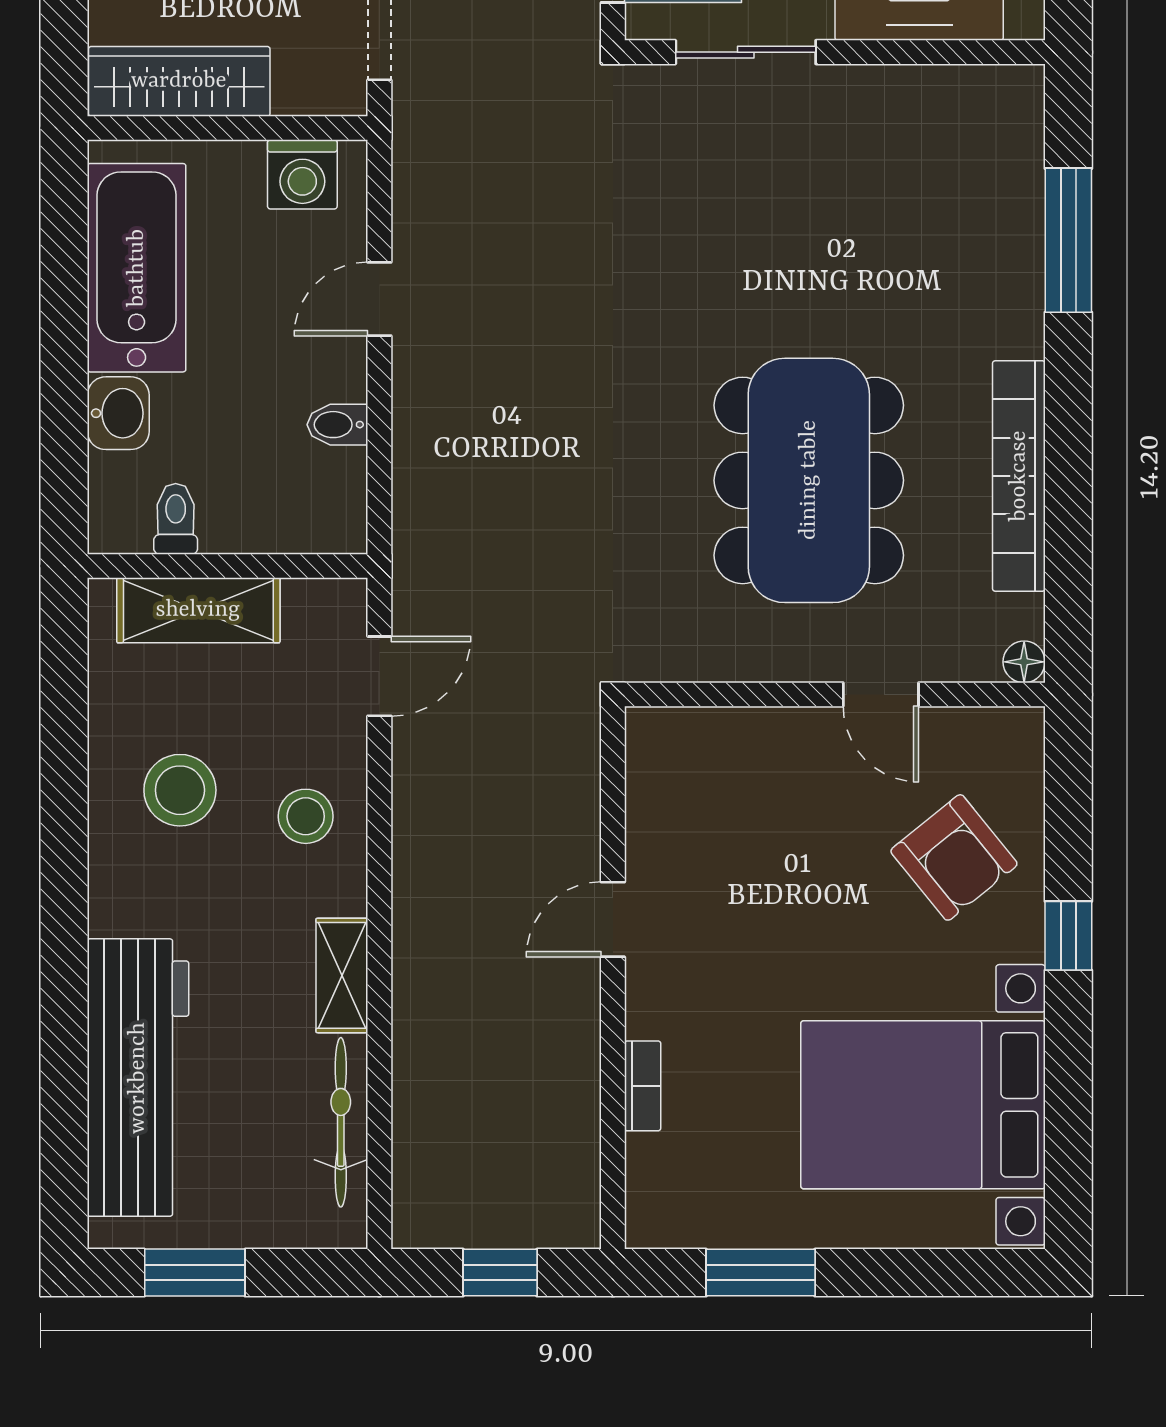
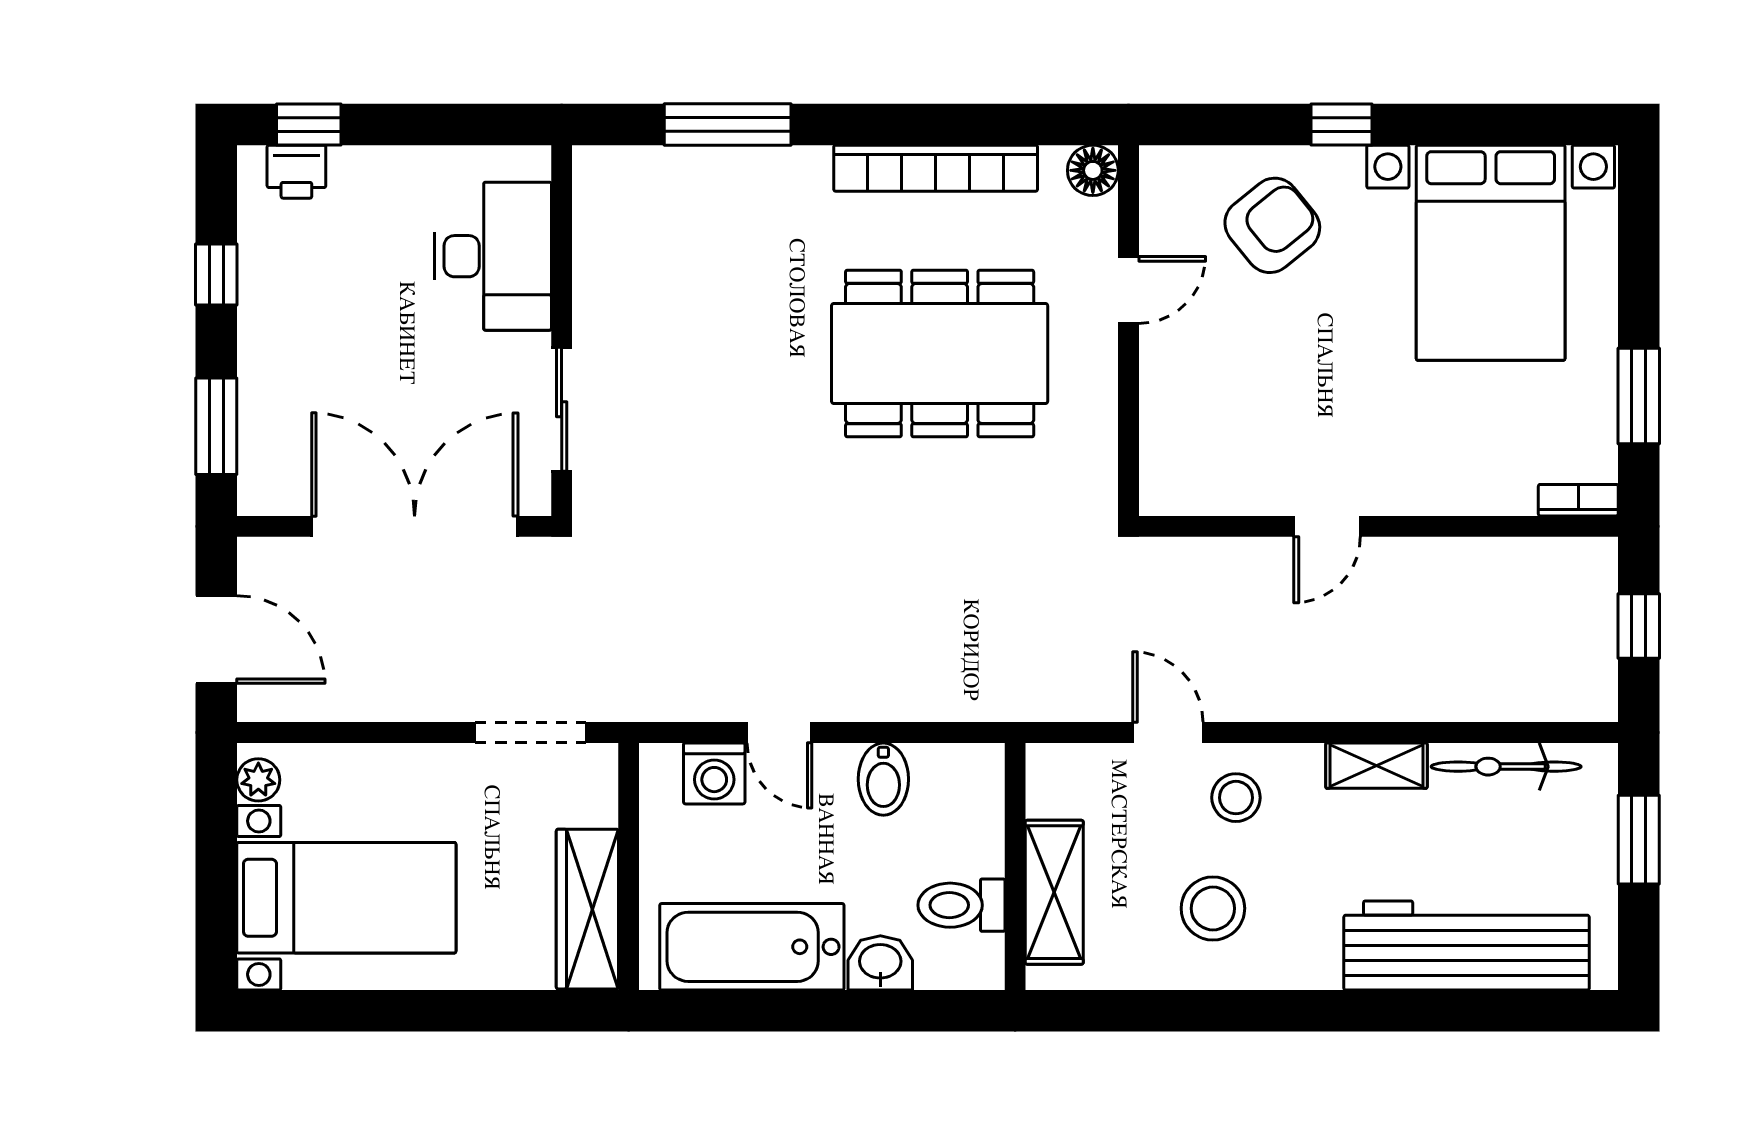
washing machine: (302, 174) -> (714, 773), moved, turned 90
bidet: (337, 425) -> (883, 779), width x1.38, depth x1.36
toilet: (176, 519) -> (961, 905), width x1.37, depth x1.39
floor lamp: (1024, 662) -> (1093, 170), width x1.37, depth x1.37
door: (379, 676) -> (1168, 733), moved
door: (613, 919) -> (1327, 526), hinge flipped
bookcase: (643, 1086) -> (1578, 500), moved
window: (195, 1273) -> (1639, 840), moved

